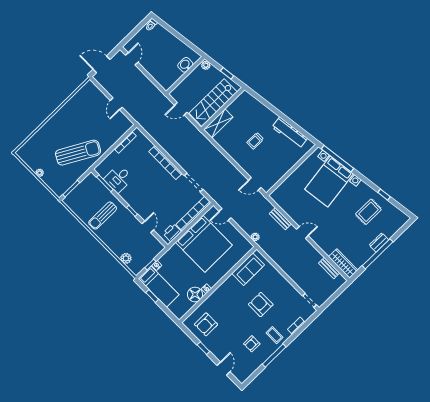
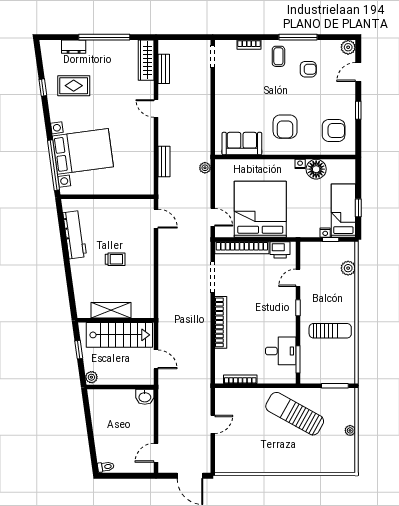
washbasin: (185, 65) -> (145, 397), moved
shelving: (218, 123) -> (111, 310), moved
door: (302, 233) -> (156, 108), moved
dresser: (379, 242) -> (74, 47), moved
armchair: (261, 305) -> (285, 127), moved
plant: (242, 377) -> (348, 47), added

